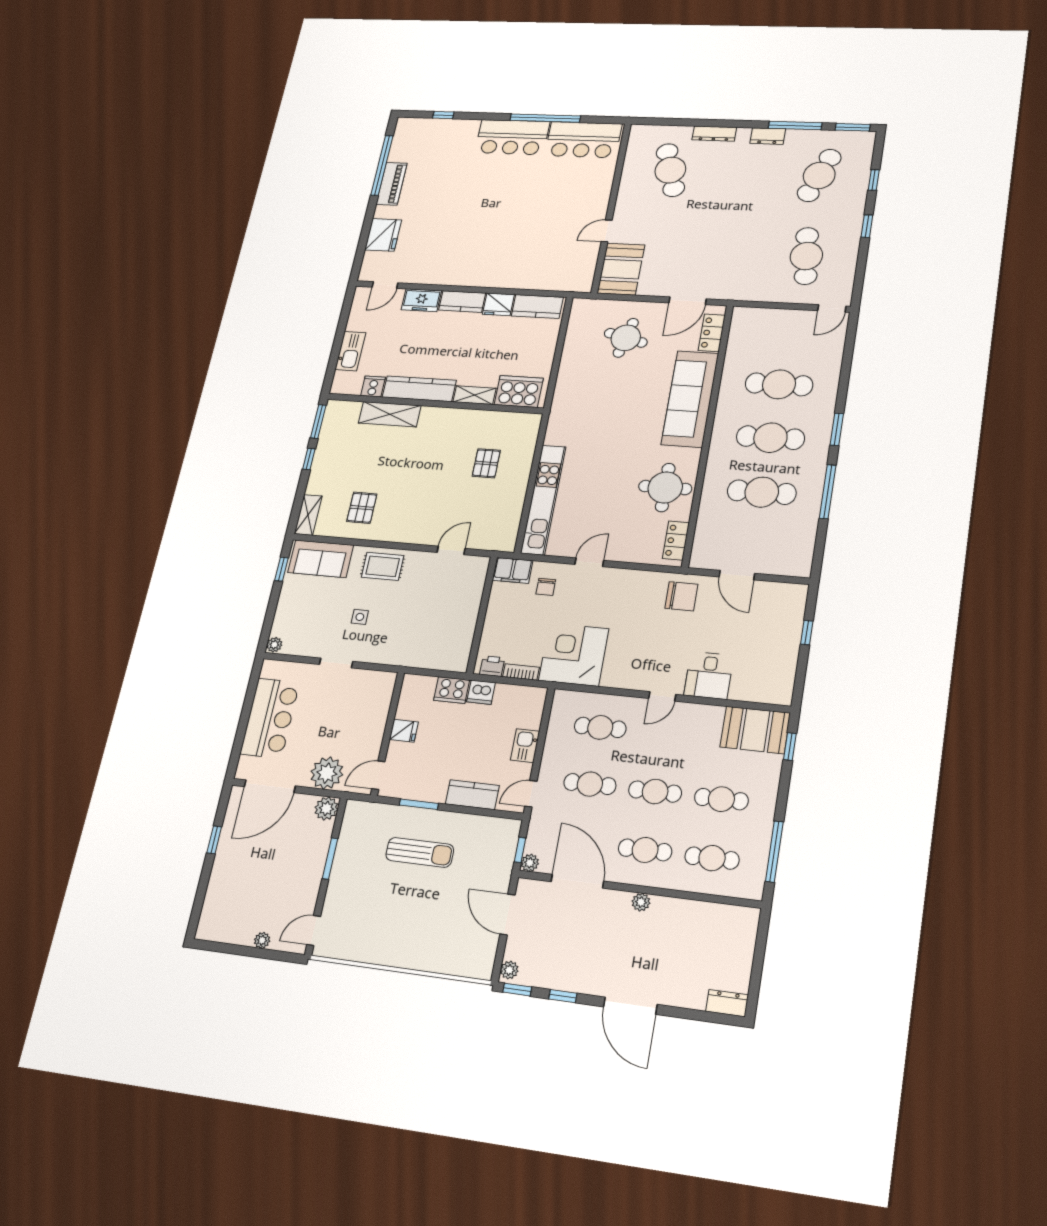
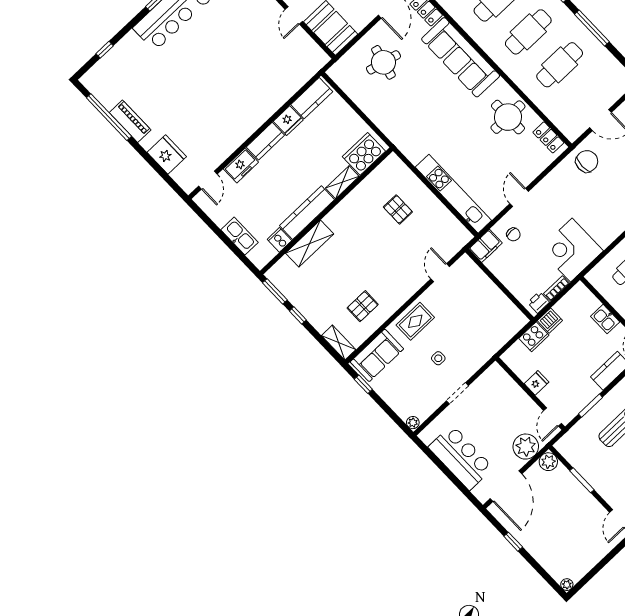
pallet: (362, 508) -> (363, 306), turned 90
plant: (262, 940) -> (567, 585), moved

